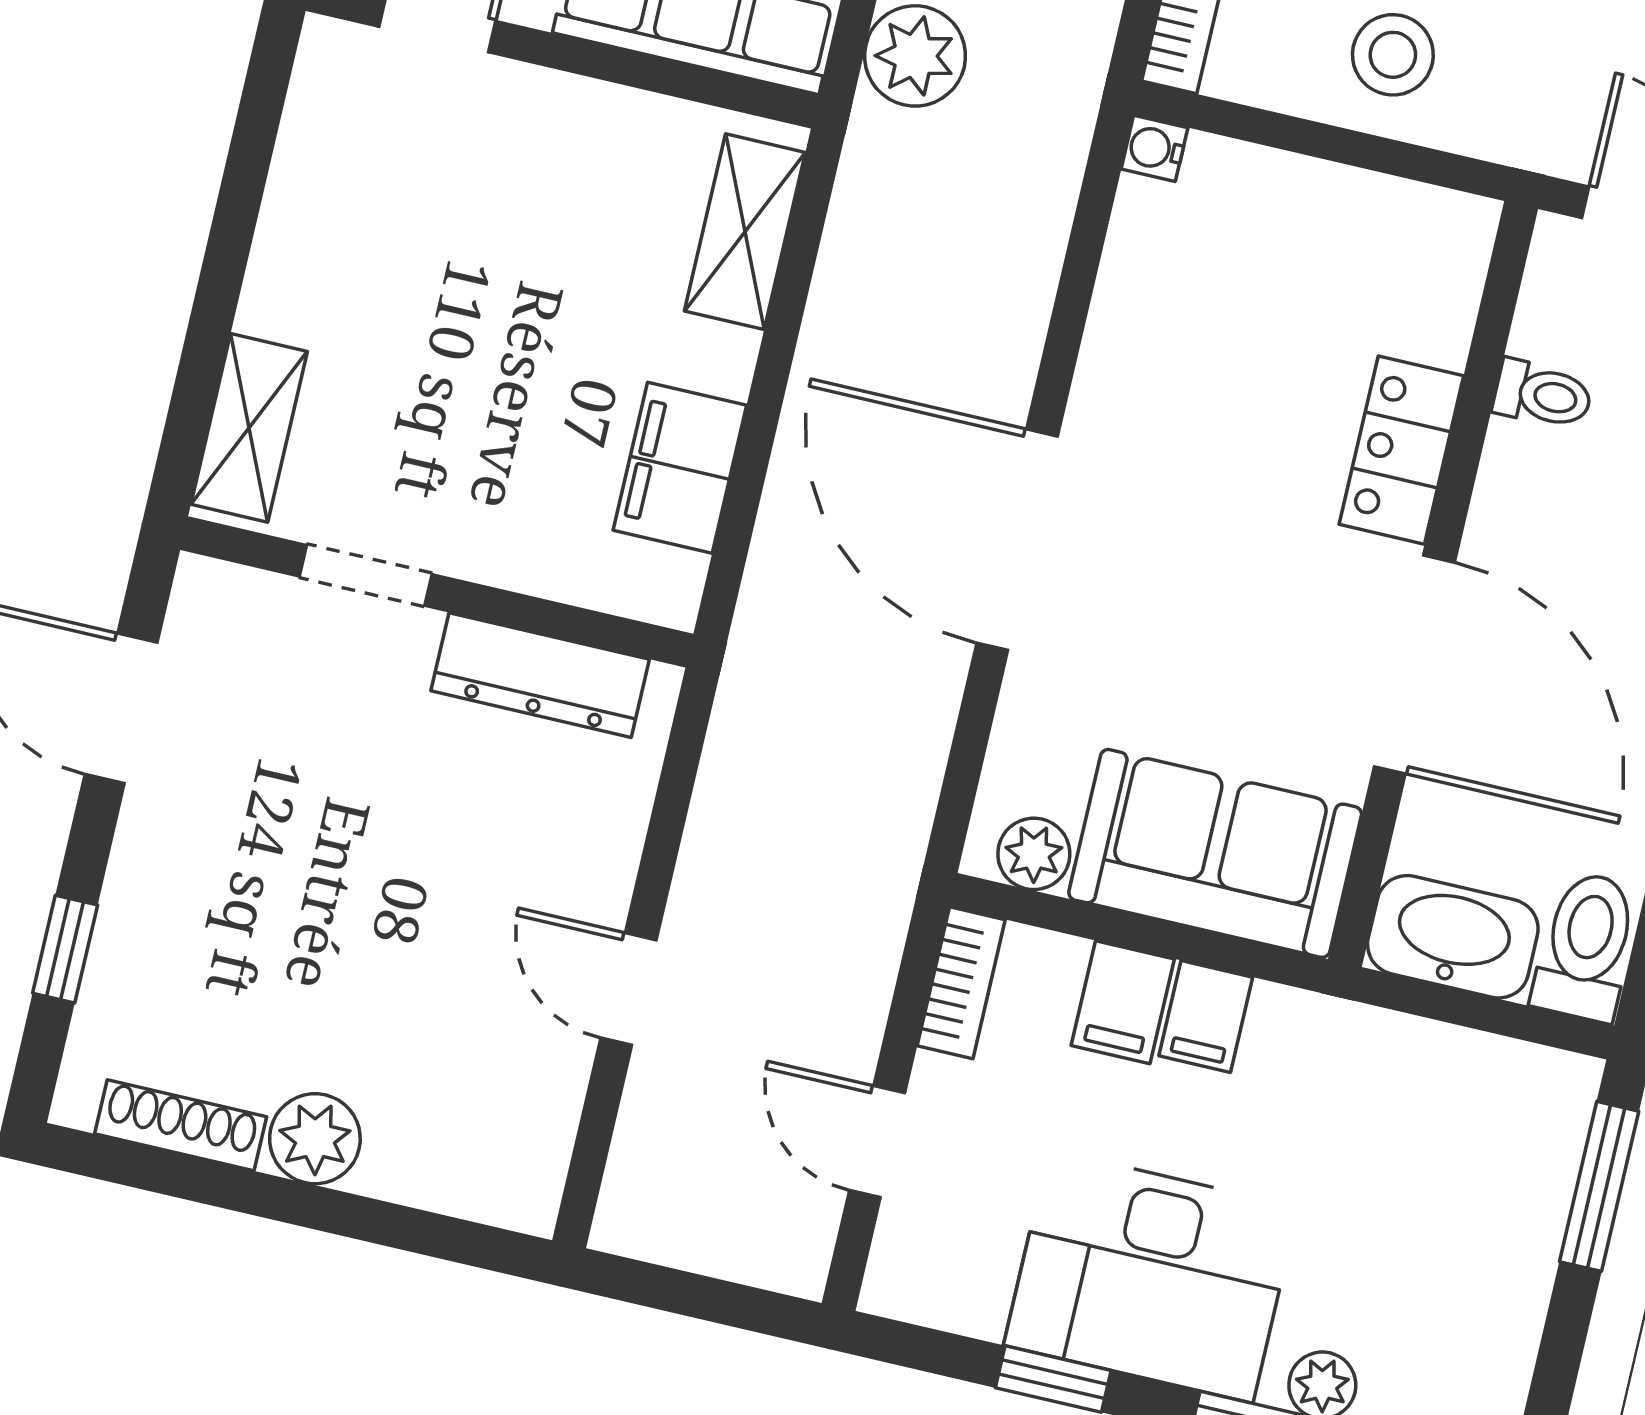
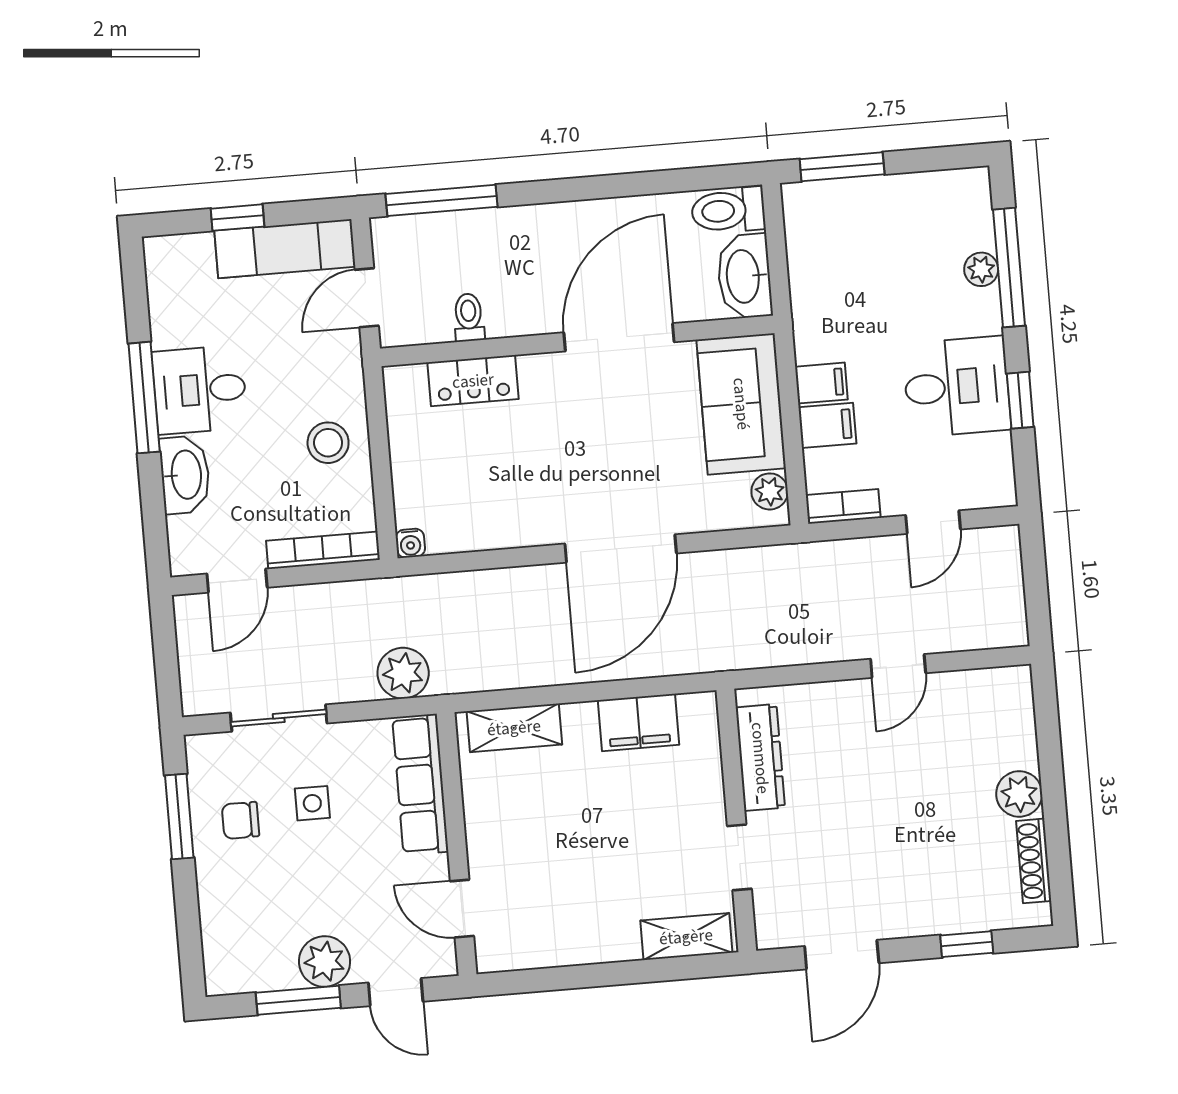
locker: (1401, 450) -> (473, 381), moved
desk: (1151, 1276) -> (957, 387), width x0.73

